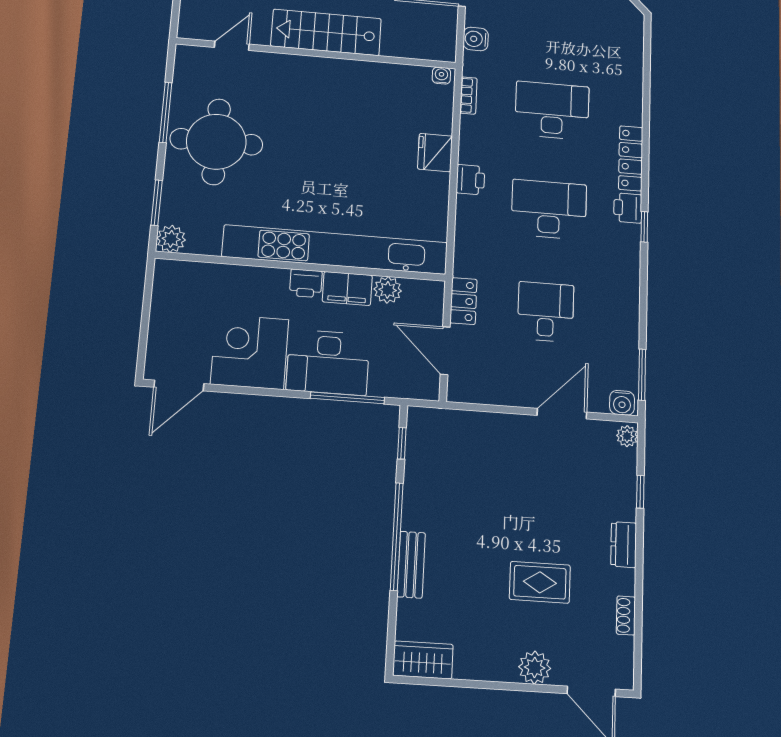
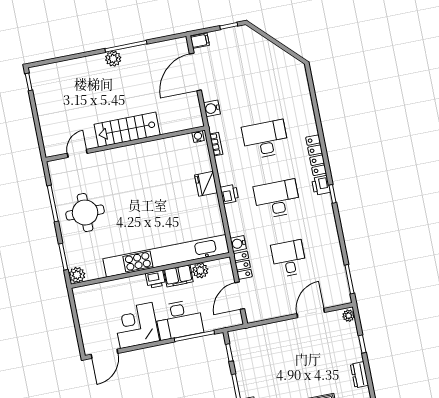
round table: (216, 142) -> (85, 213), width x0.73, depth x0.73
door: (445, 351) -> (240, 296), hinge flipped
water cooler: (622, 403) -> (238, 244), moved, turned 90

